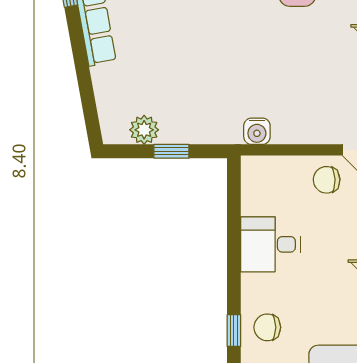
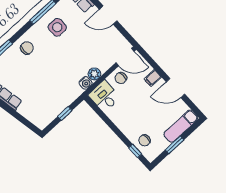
plant: (144, 130) -> (94, 74), moved
desk: (270, 244) -> (104, 96), moved, turned 90

